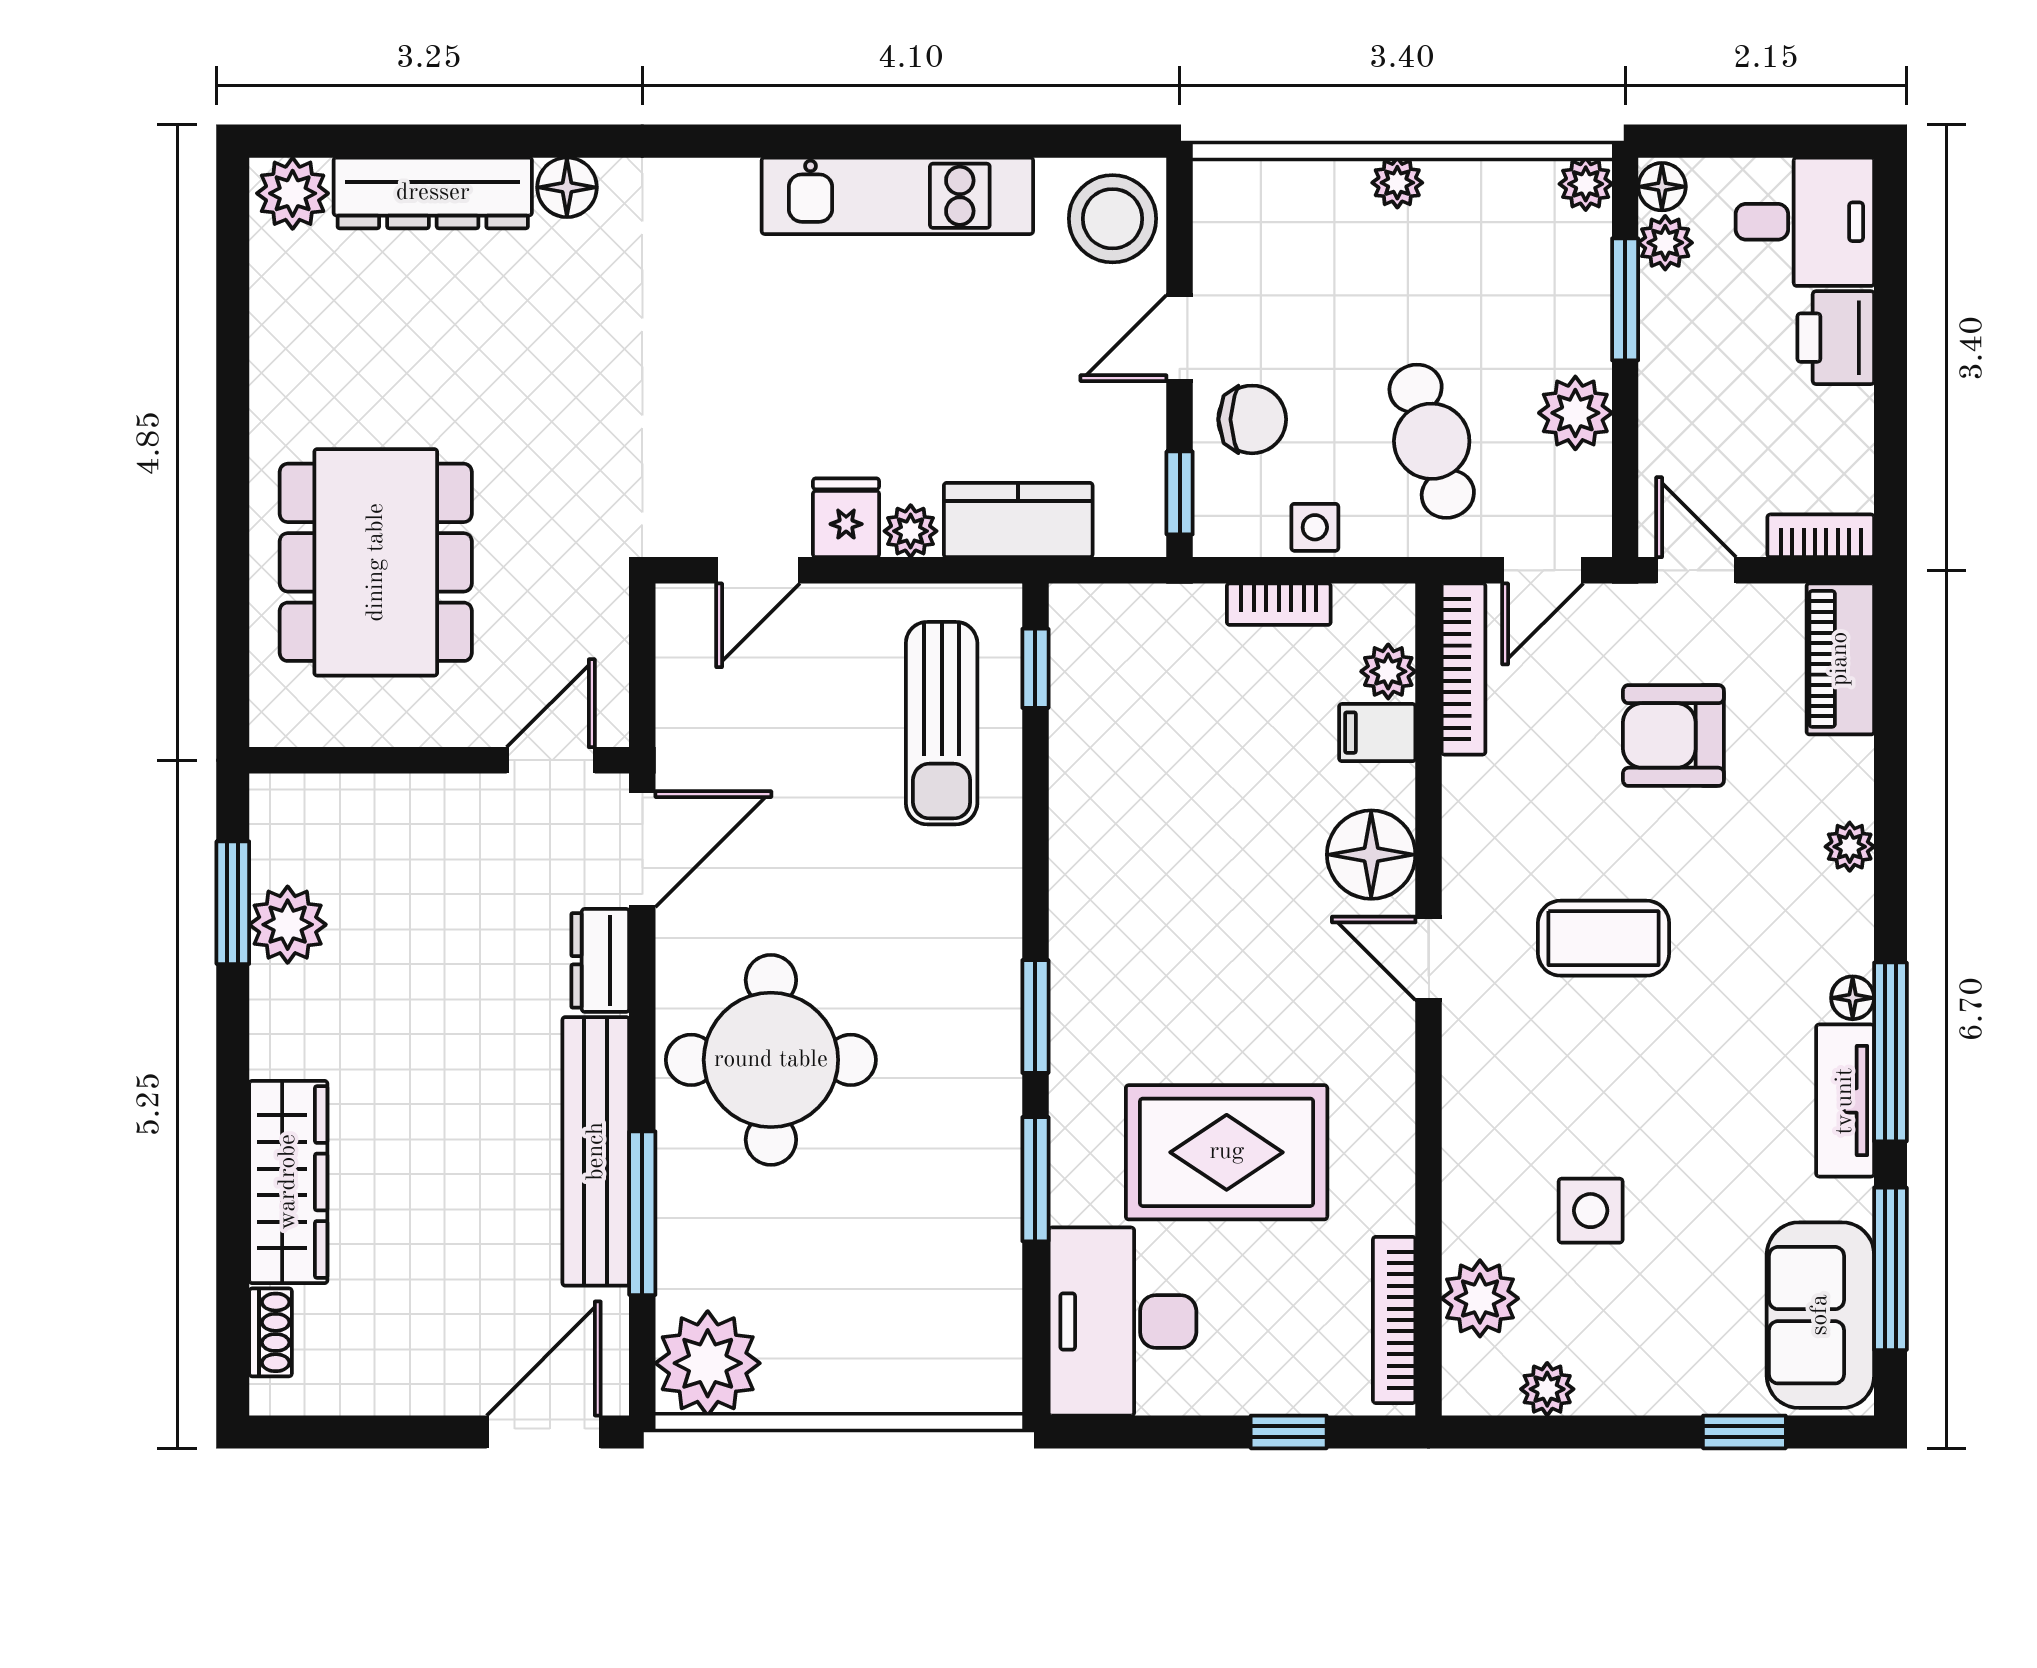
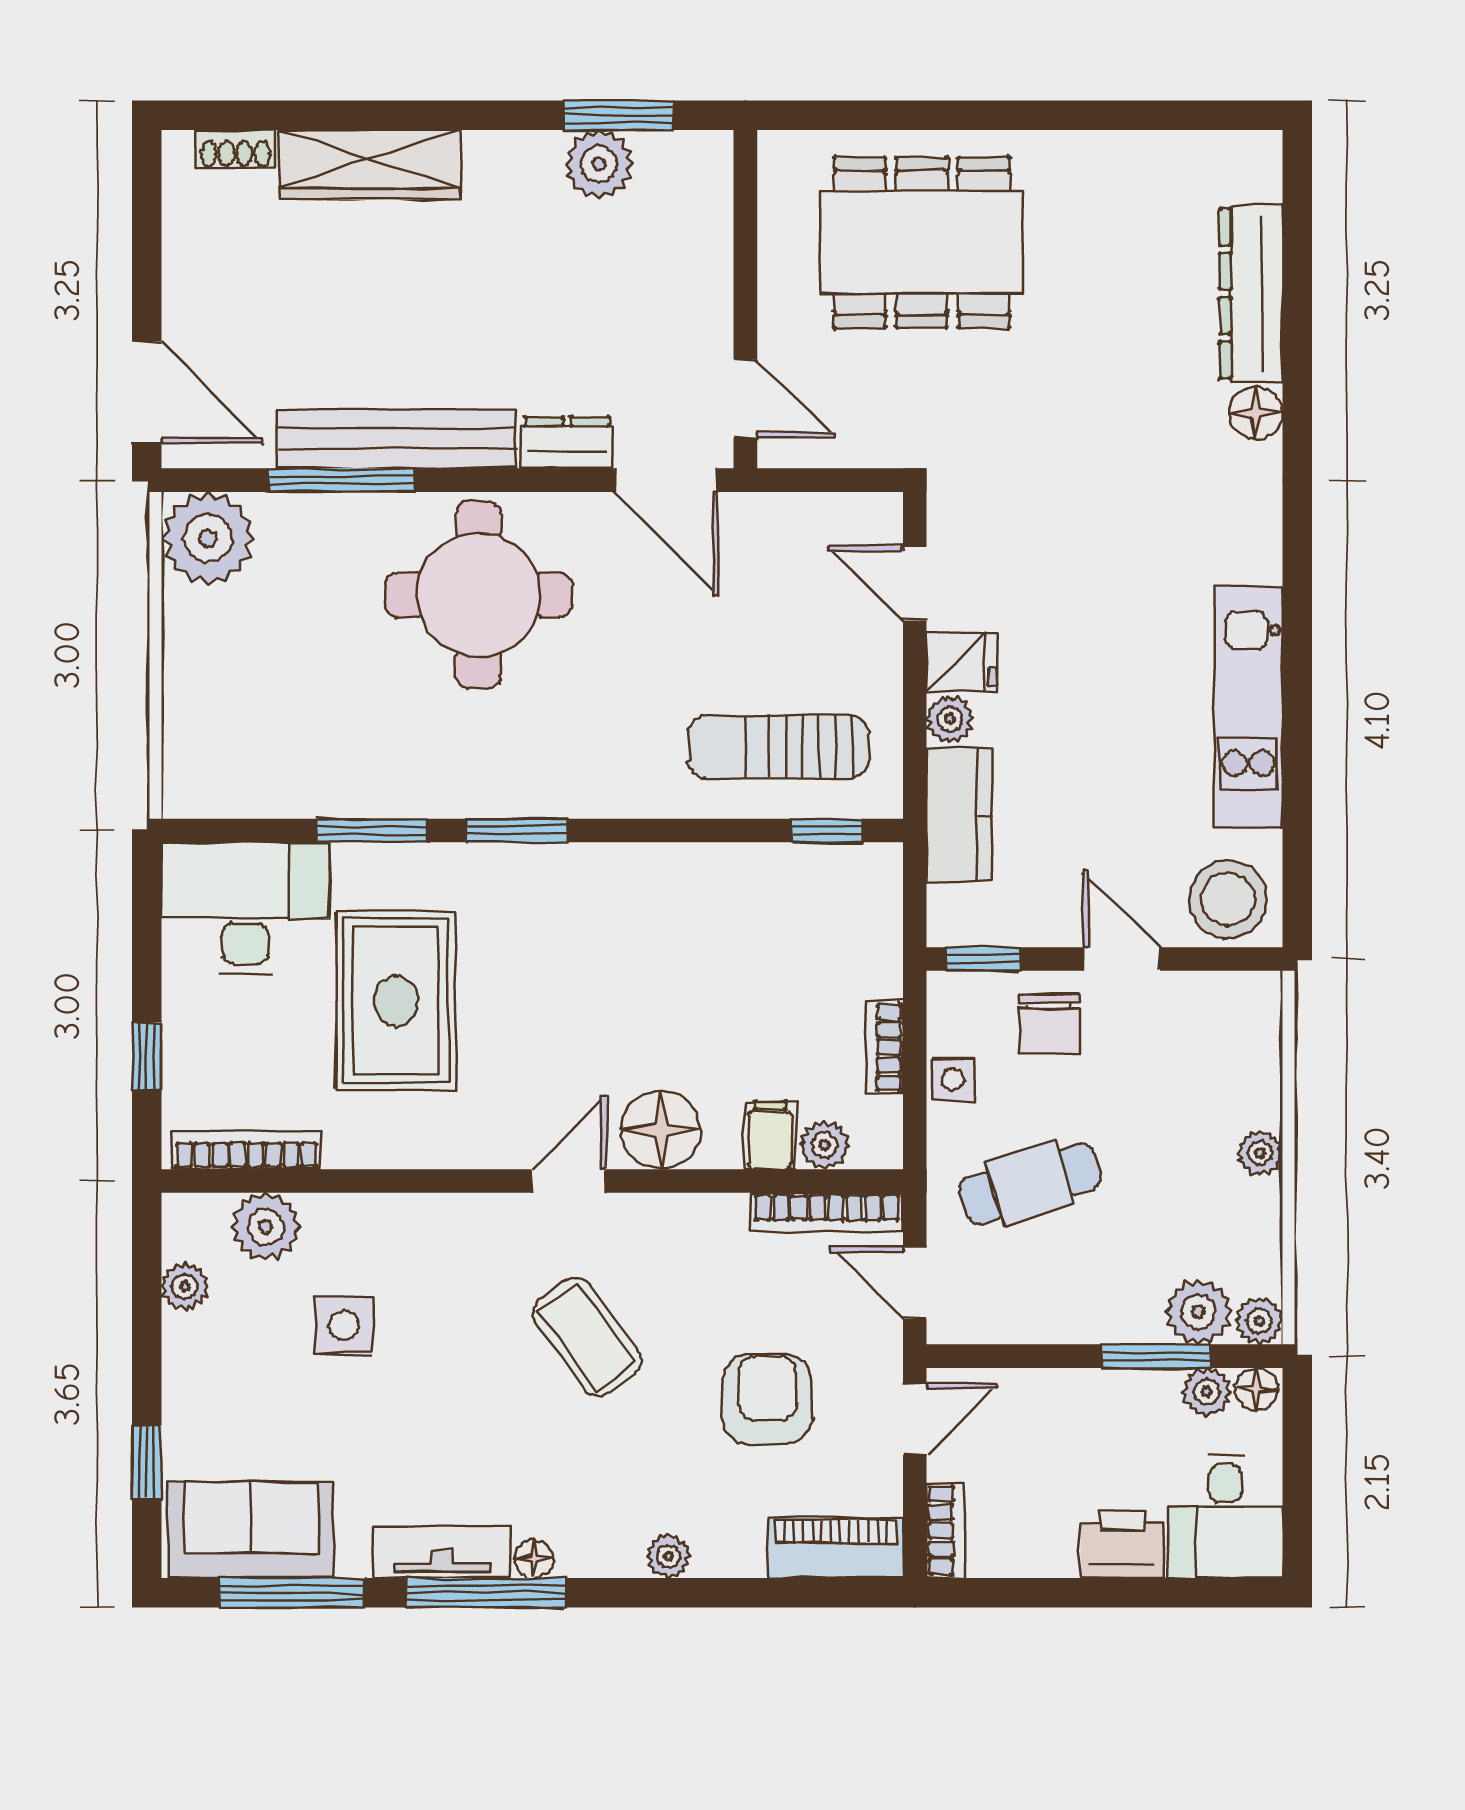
plant: (293, 193) -> (1251, 168), removed
plant: (1575, 413) -> (1198, 1312), moved
coffee table: (1604, 938) -> (587, 1337), turned -36

